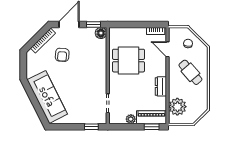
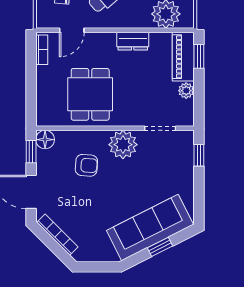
armchair: (62, 55) -> (86, 165), moved
plant: (98, 81) -> (123, 145), added
window: (35, 103) -> (160, 247), added

